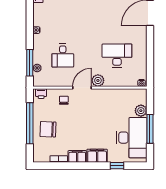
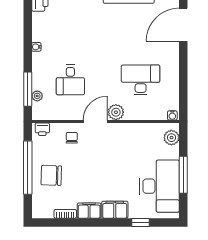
plant: (141, 111) -> (171, 138), moved

